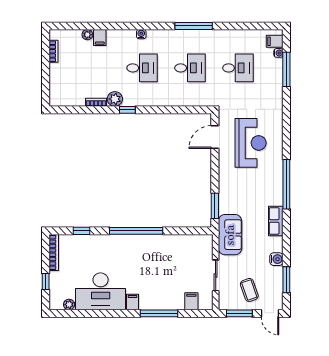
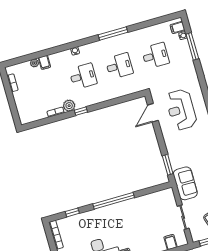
reception desk: (251, 143) -> (181, 110), turned 180

